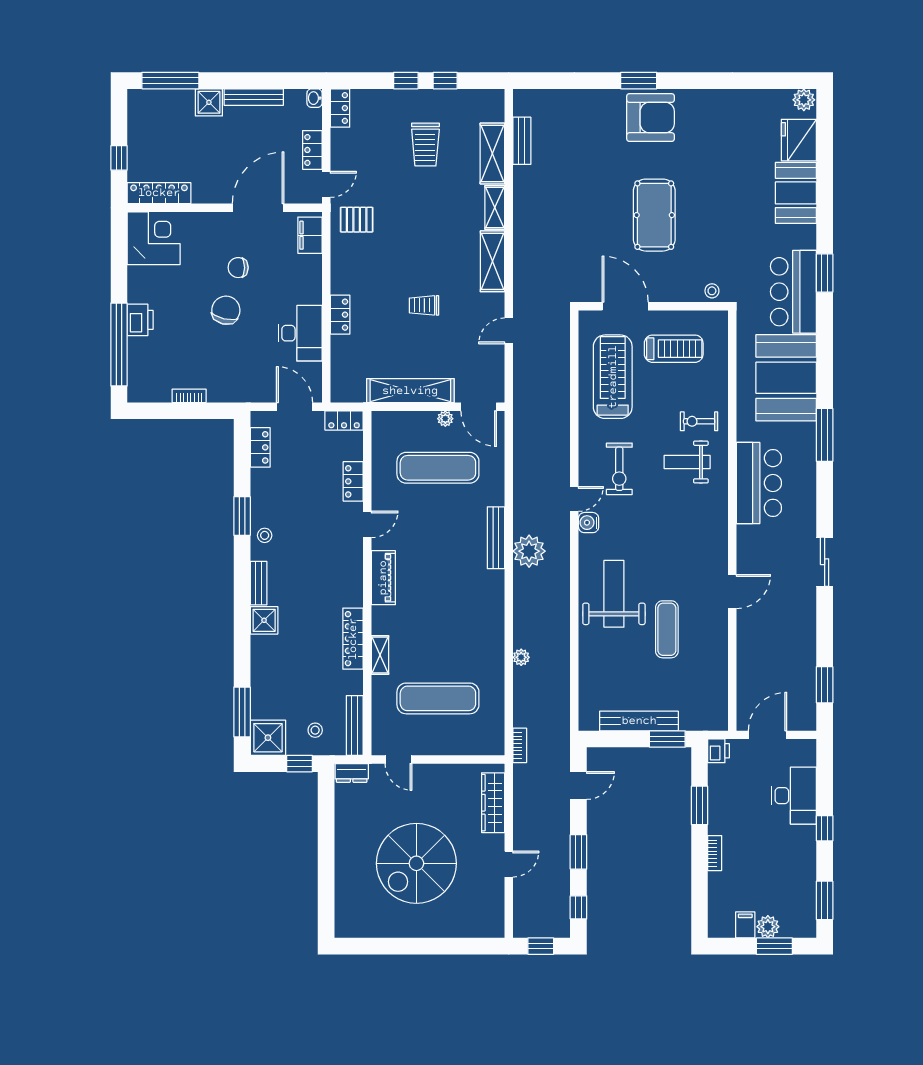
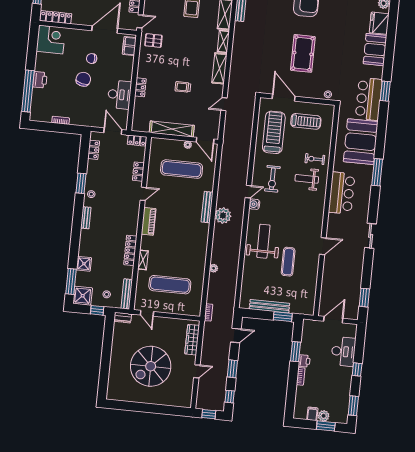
shower: (264, 620) -> (84, 264), moved
printer: (718, 751) -> (304, 361), moved

